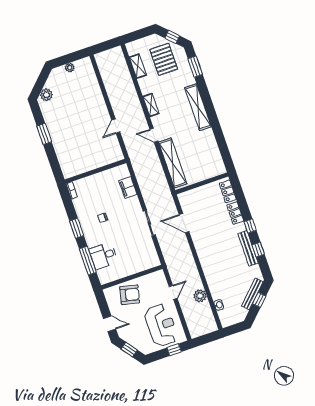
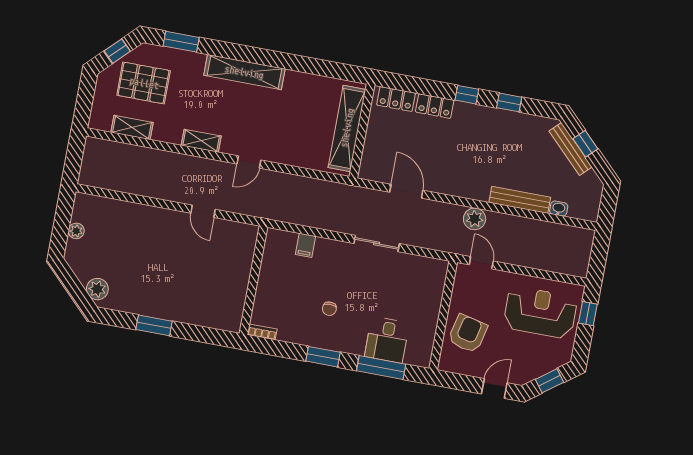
shelving: (173, 163) -> (347, 128), moved, turned 90
filing cabinet: (128, 188) -> (305, 245), width x0.50
door: (184, 223) -> (406, 191), swing flipped
bench: (248, 248) -> (520, 200), moved
door: (173, 292) -> (481, 263), moved
plant: (200, 296) -> (475, 219), moved

